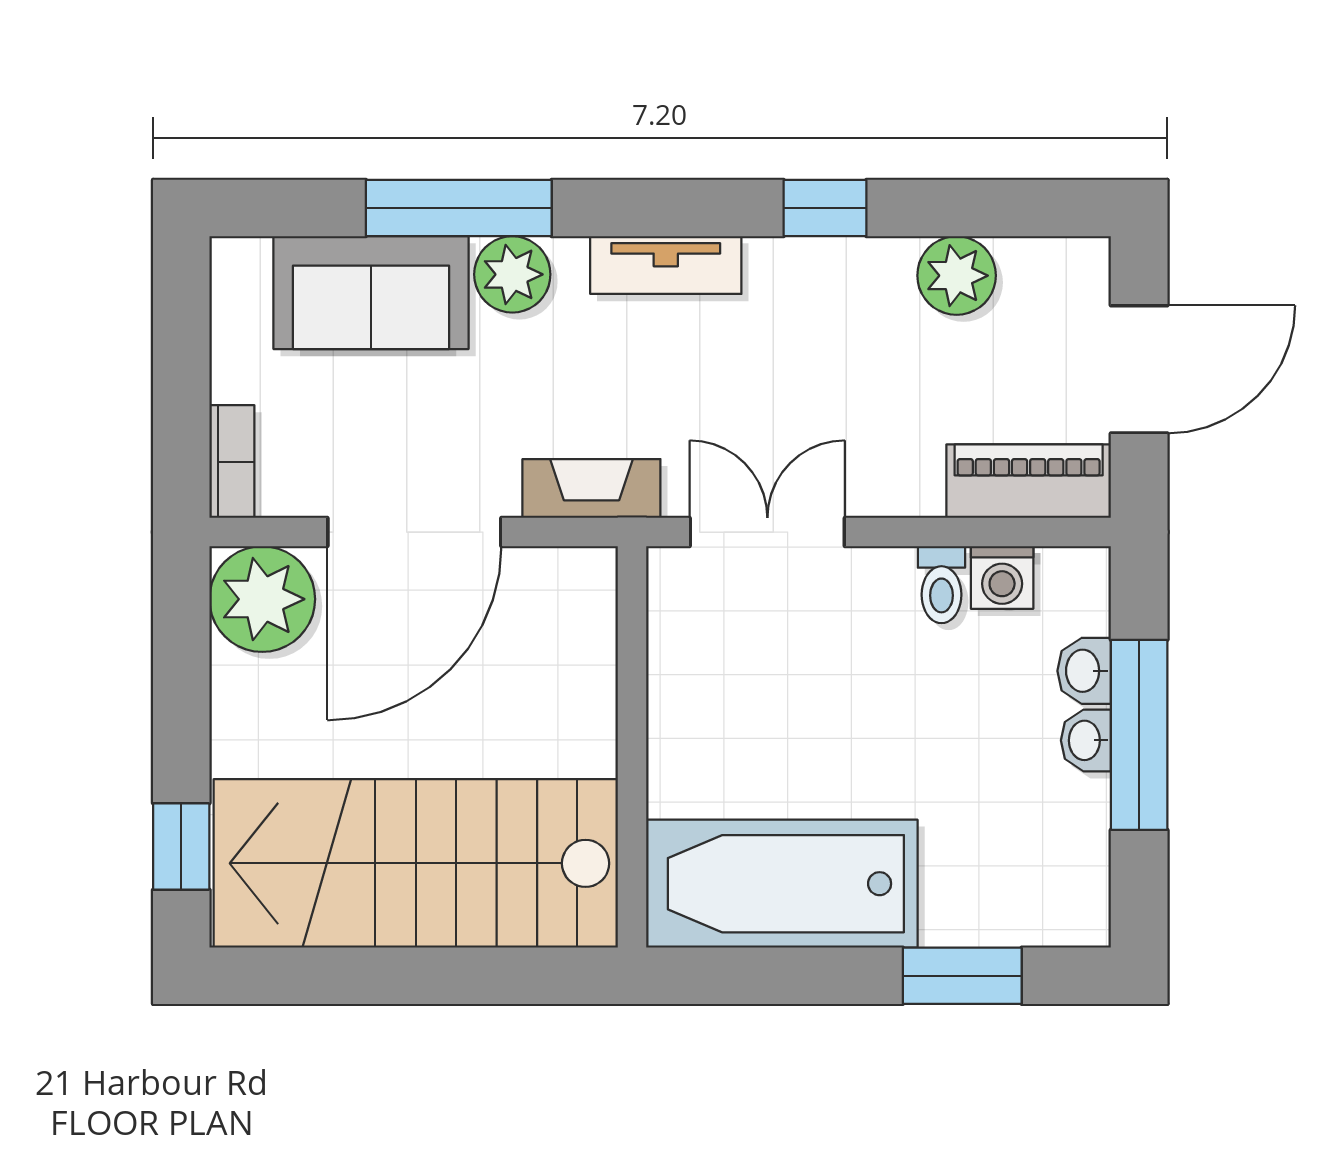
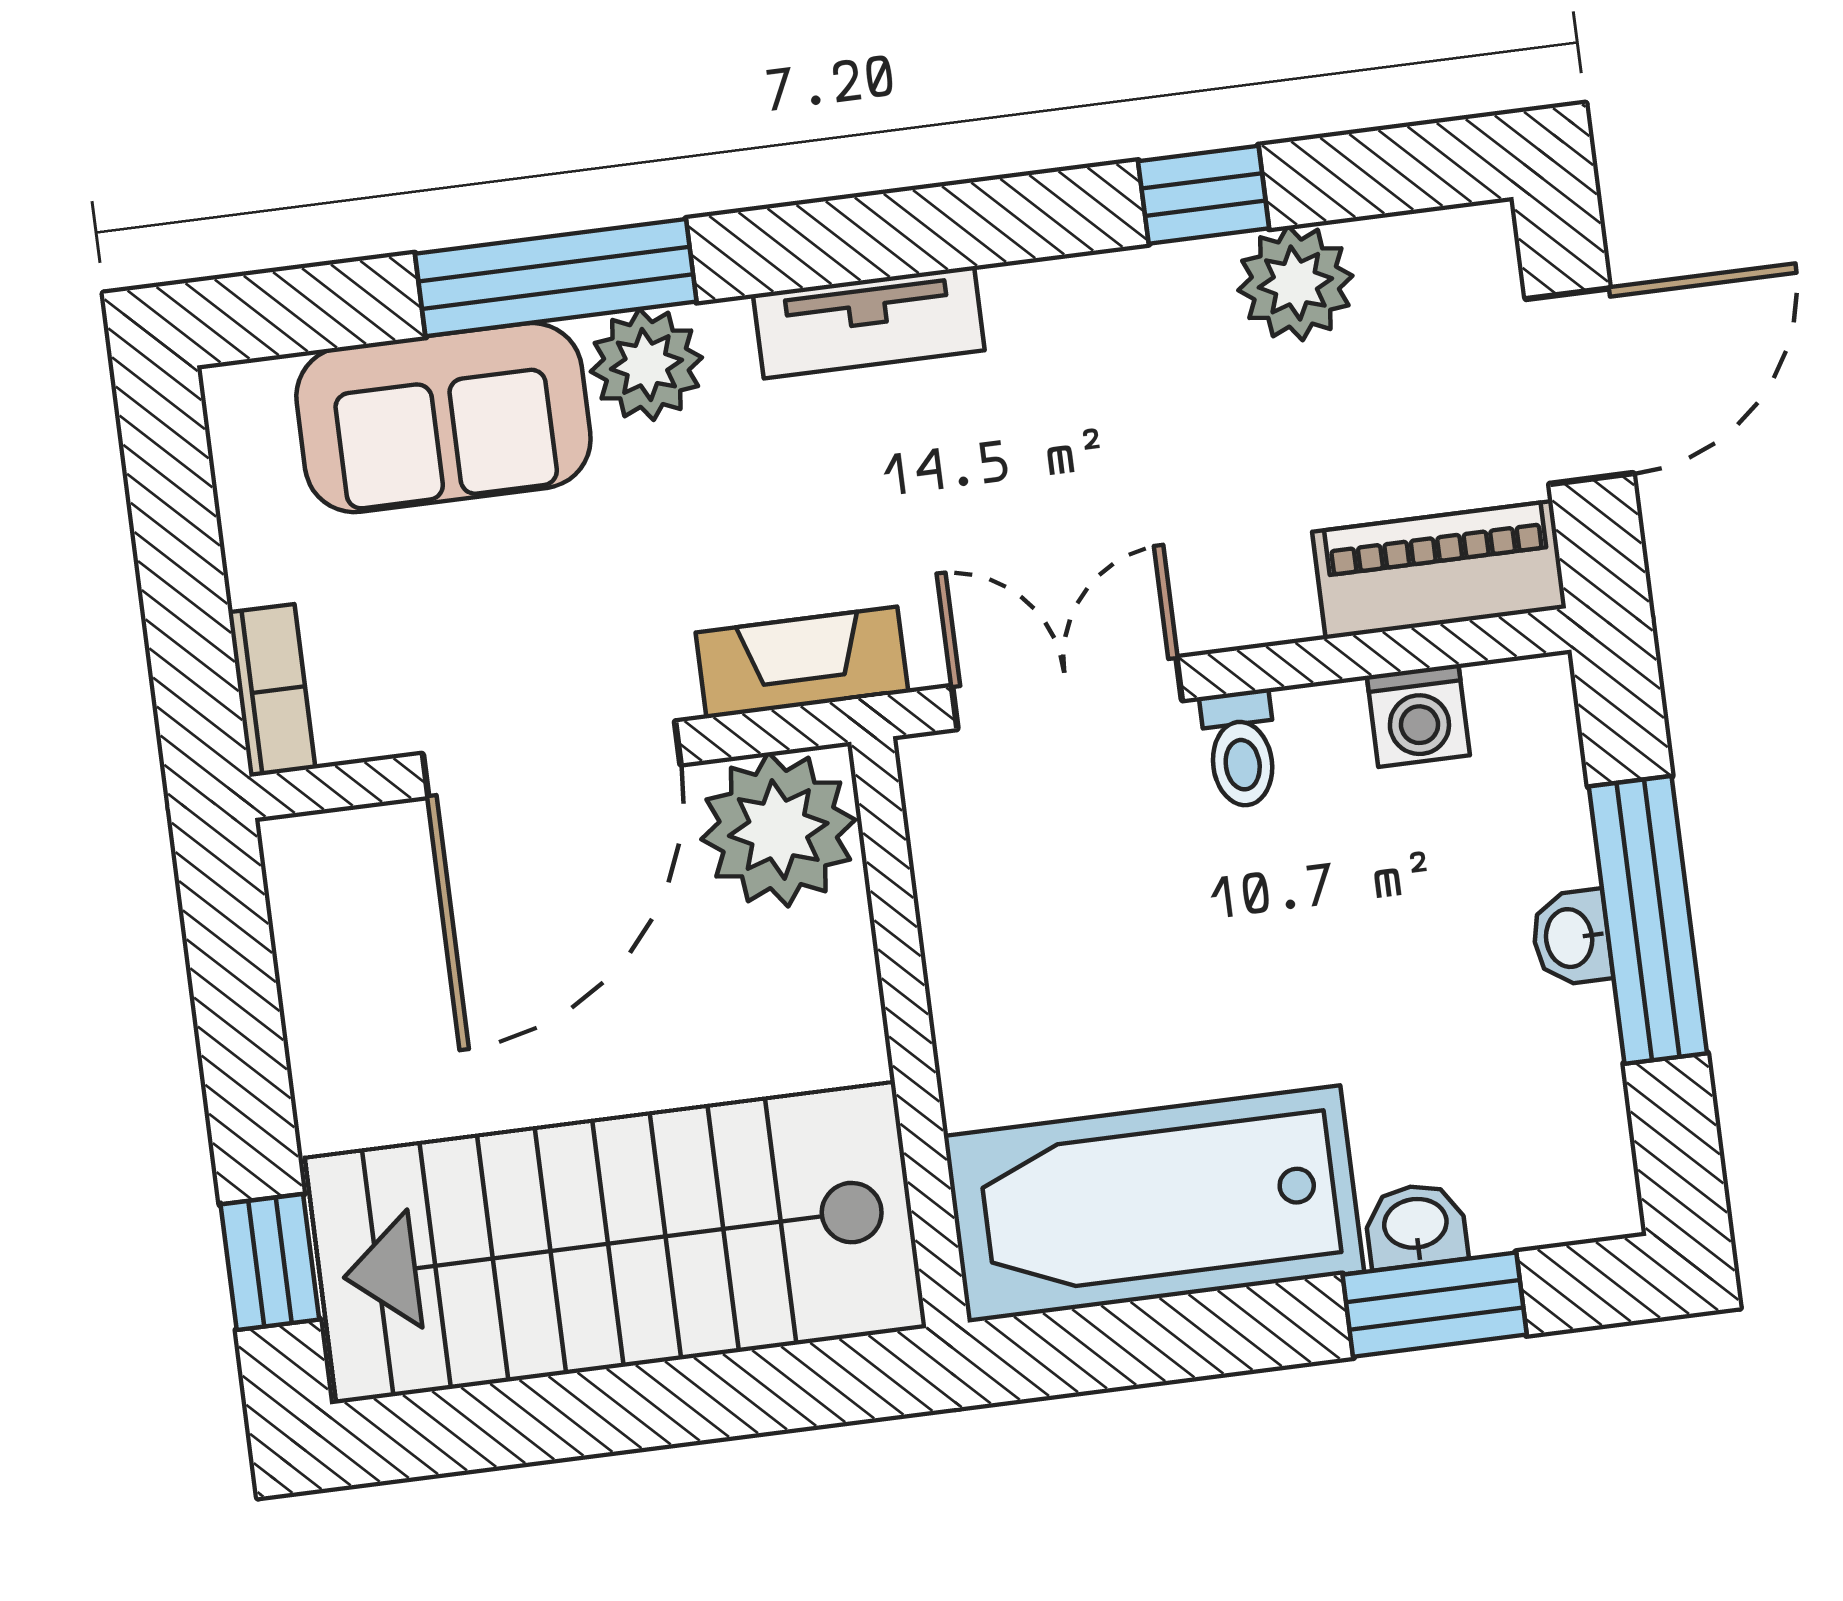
window: (825, 208) -> (1204, 195), moved
toilet: (941, 585) -> (1241, 749), moved
plant: (262, 599) -> (778, 830), moved
washbasin: (1084, 671) -> (1416, 1226), moved, turned 90

